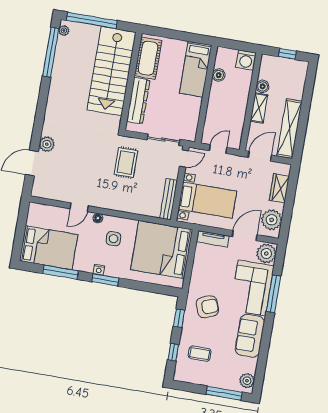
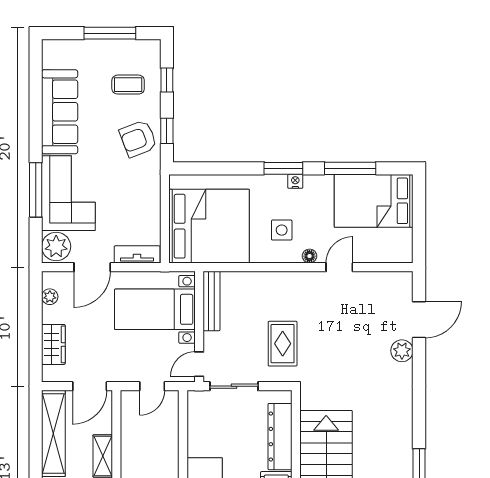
plant: (272, 220) -> (50, 297), width x0.53, depth x0.53
armchair: (207, 307) -> (138, 139), moved
sofa: (250, 336) -> (60, 112), width x1.36
plant: (247, 381) -> (53, 57), removed
window: (224, 393) -> (110, 33), moved

